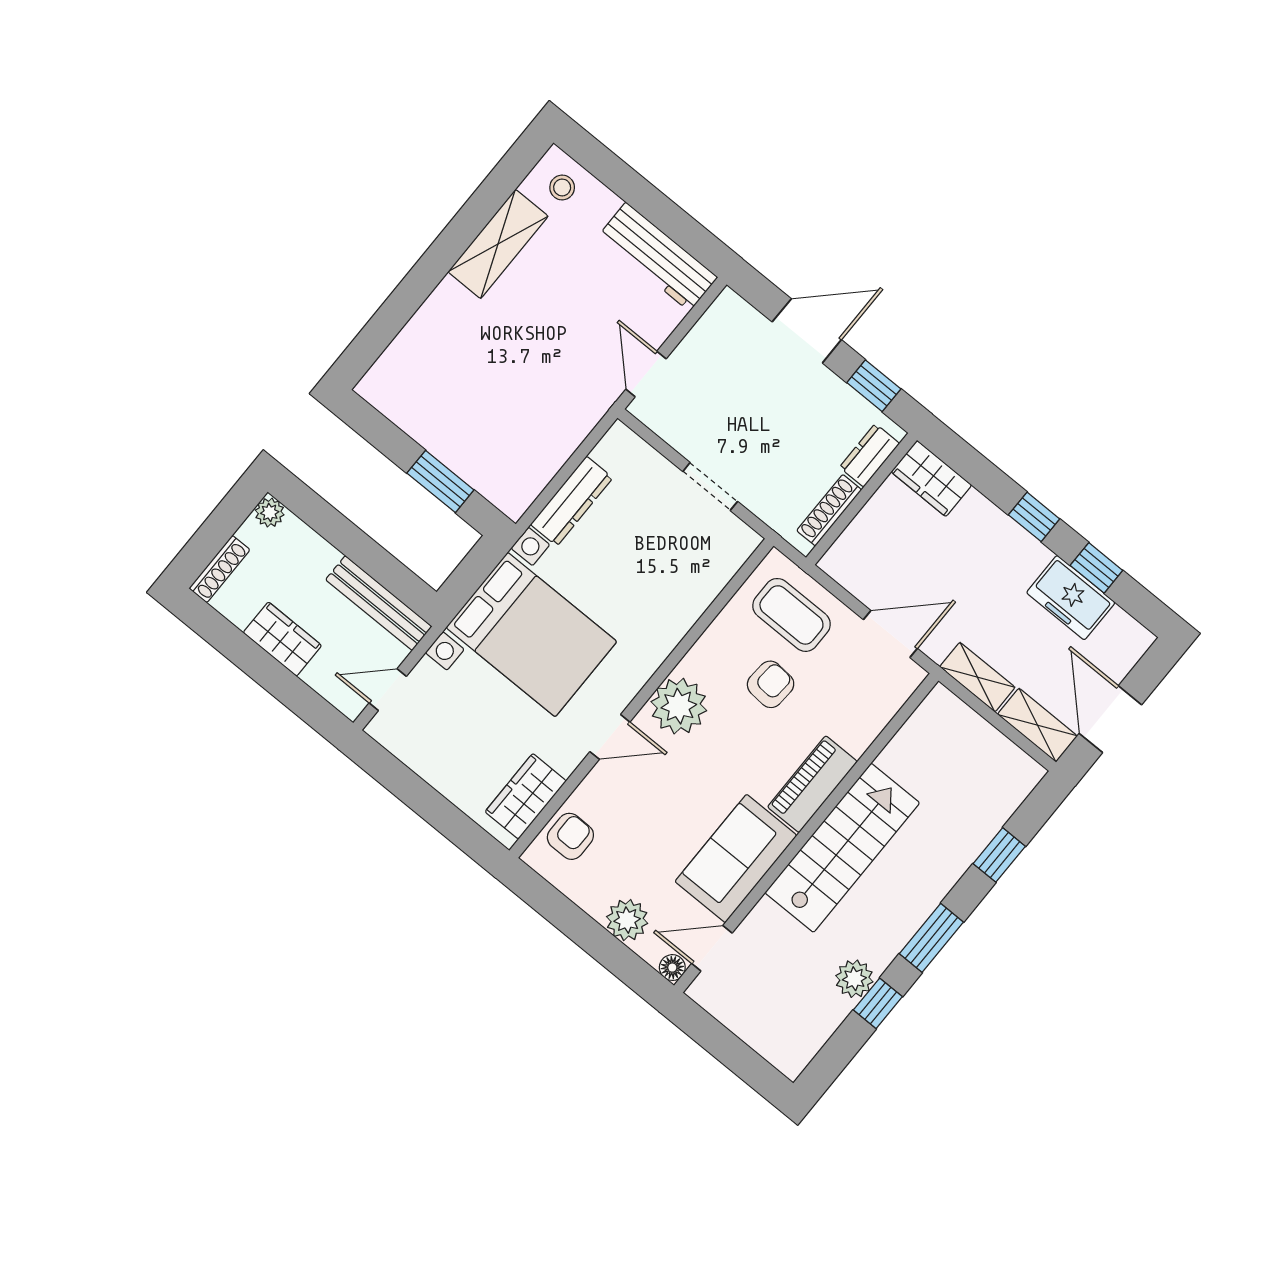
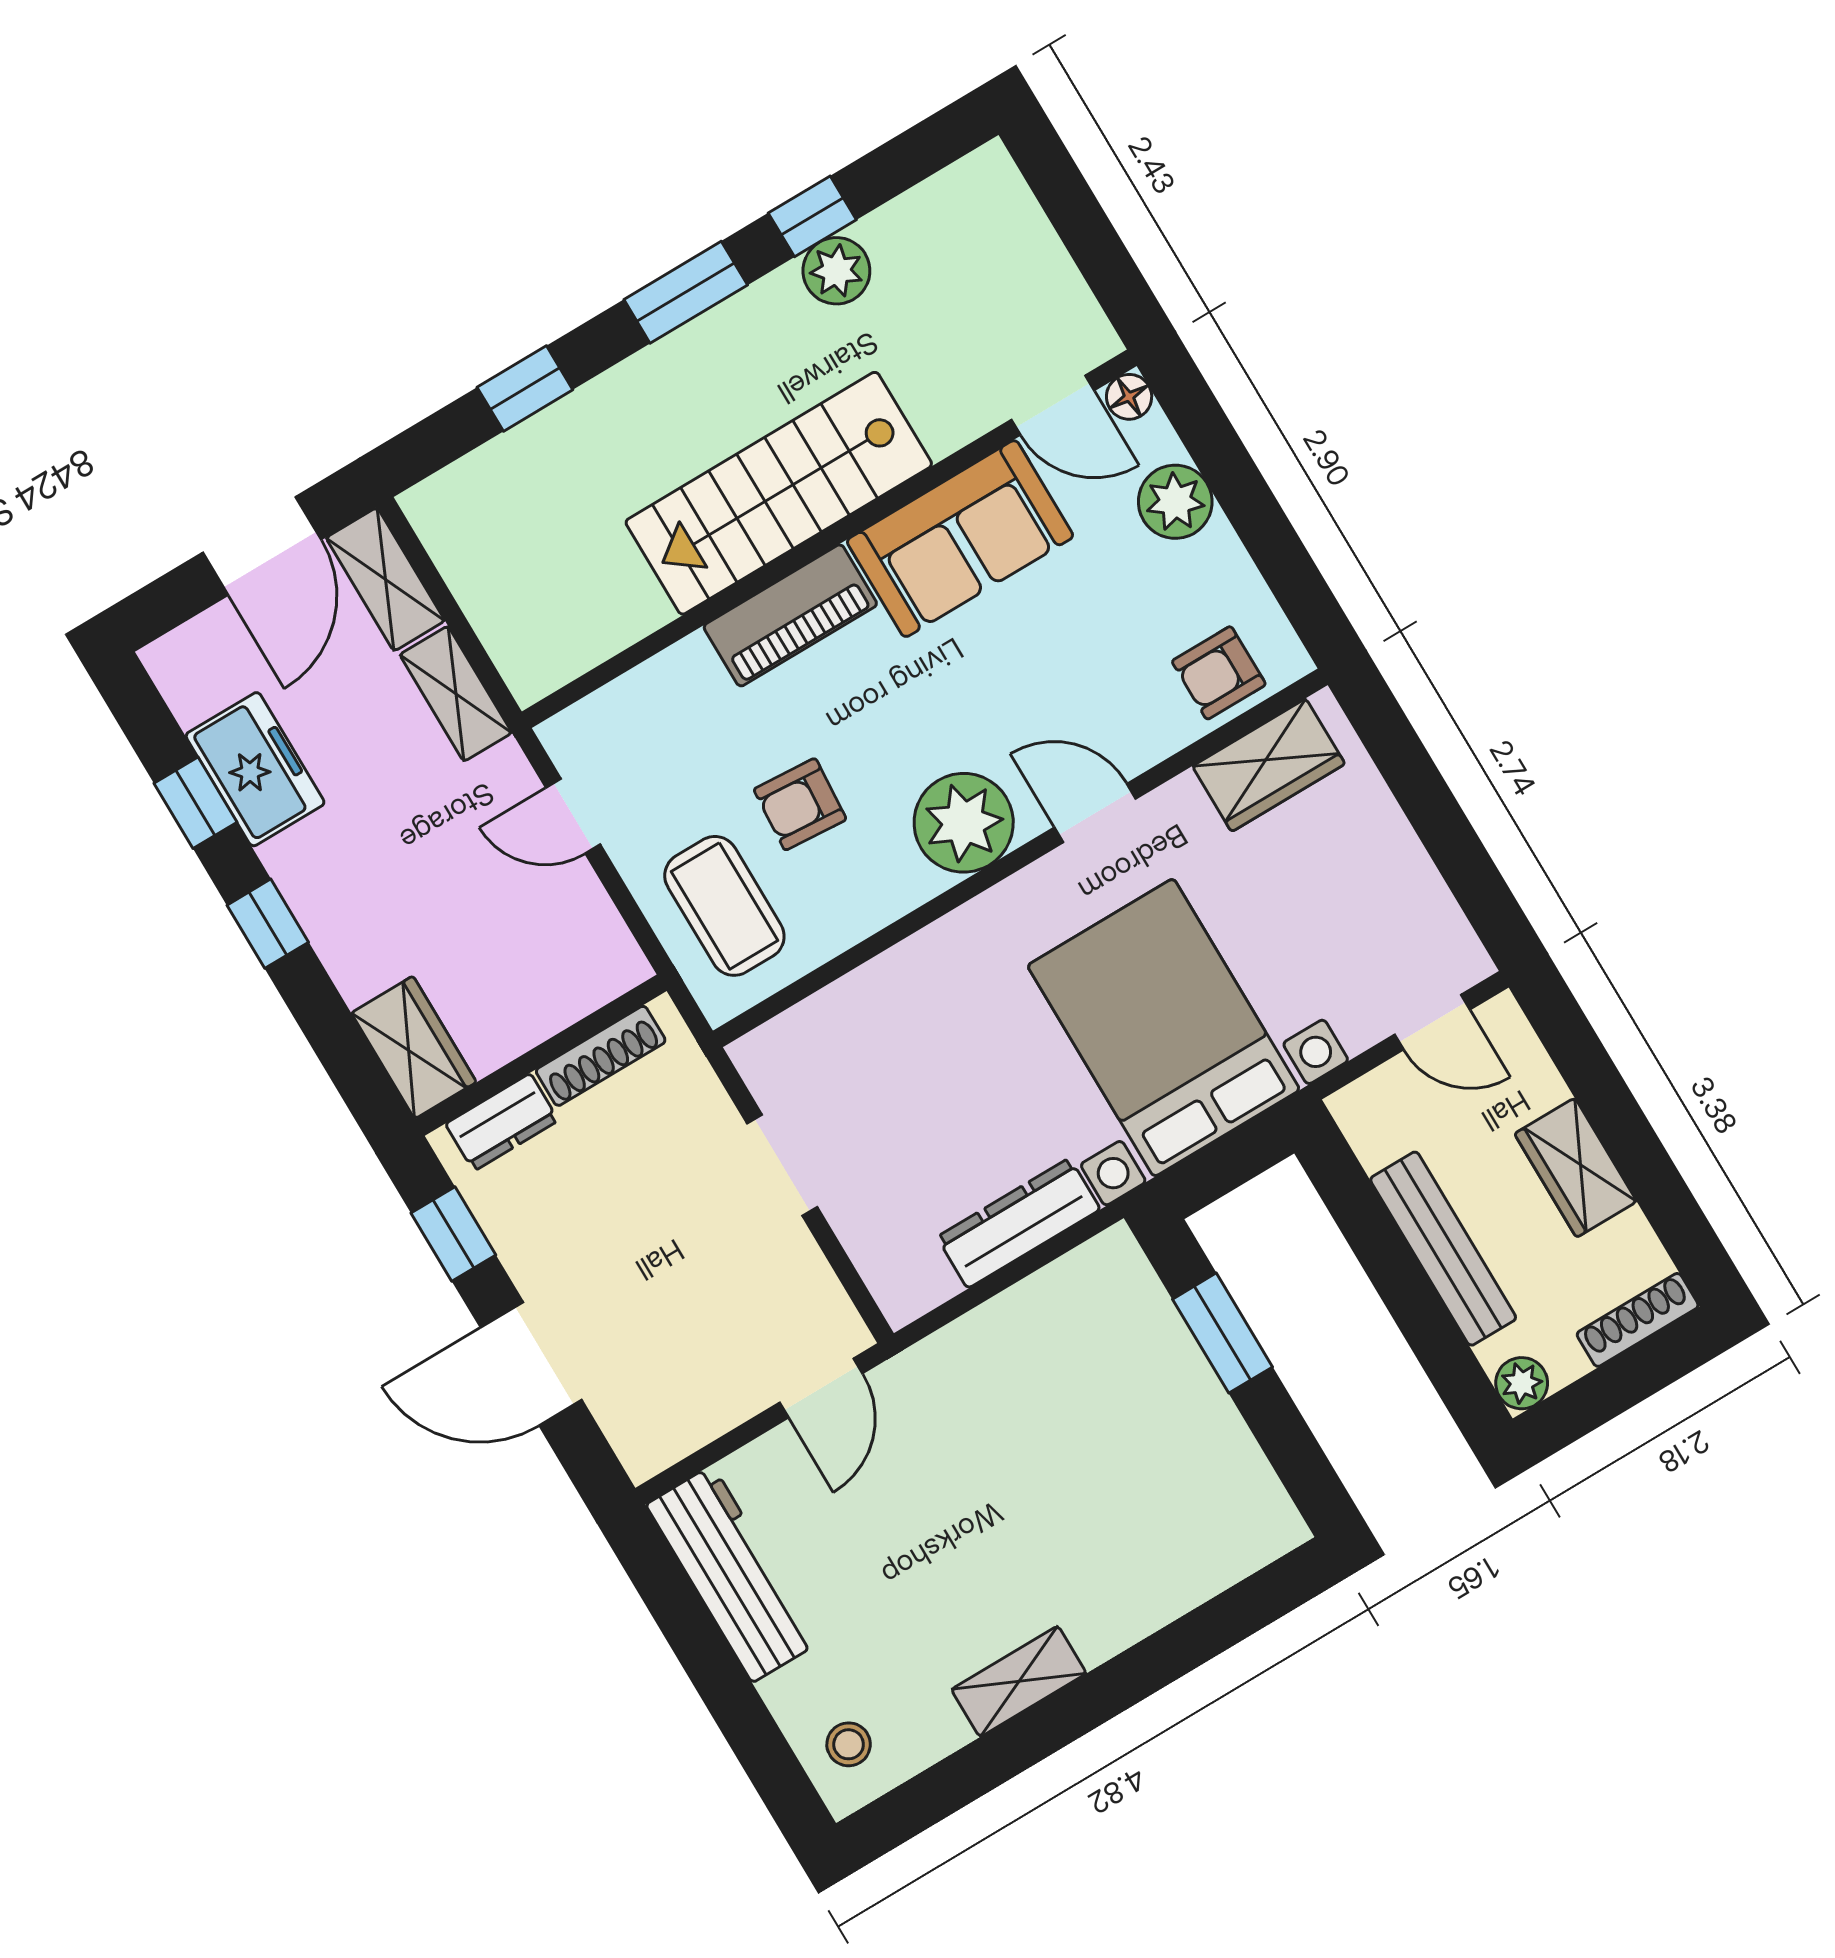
shelving: (498, 244) -> (1019, 1681), width x0.67, depth x0.75
bench: (379, 603) -> (1443, 1249), moved
door: (890, 634) -> (573, 816), width x0.73

